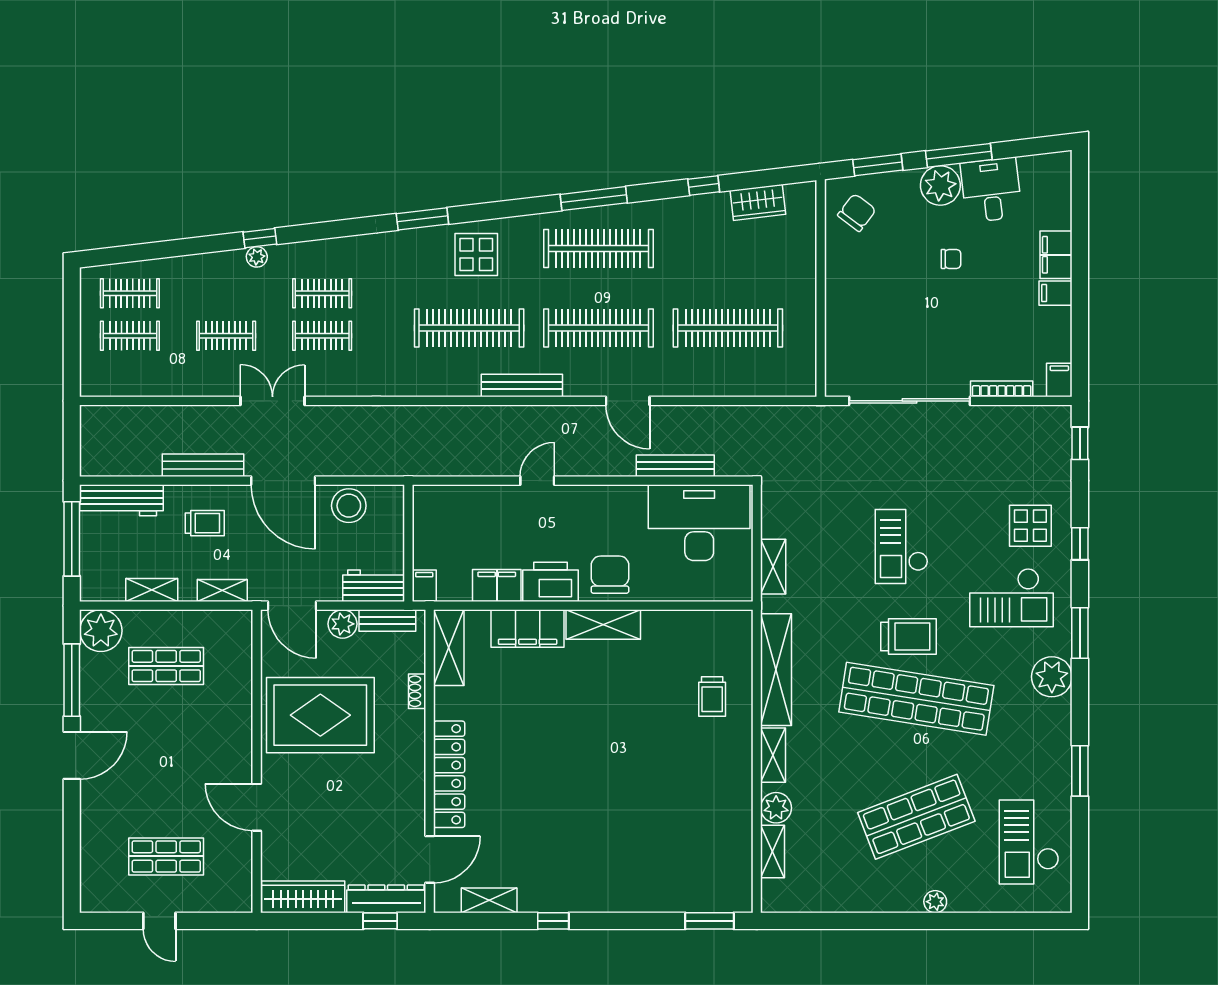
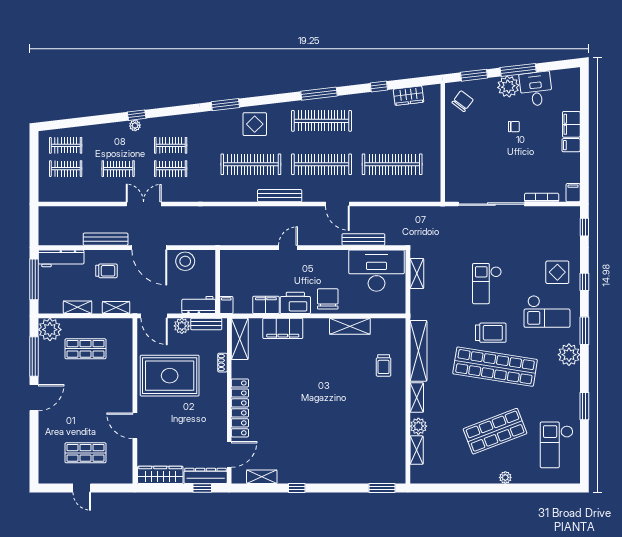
shelving: (773, 567) -> (417, 274), moved
shelving: (603, 624) -> (350, 326), moved

